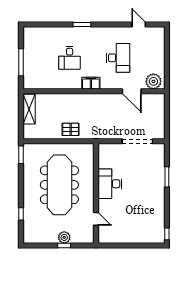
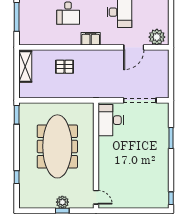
door: (132, 91) -> (134, 47), hinge flipped
pallet: (71, 129) -> (65, 67), moved
desk: (110, 184) -> (111, 120), moved
door: (96, 219) -> (96, 197), moved

